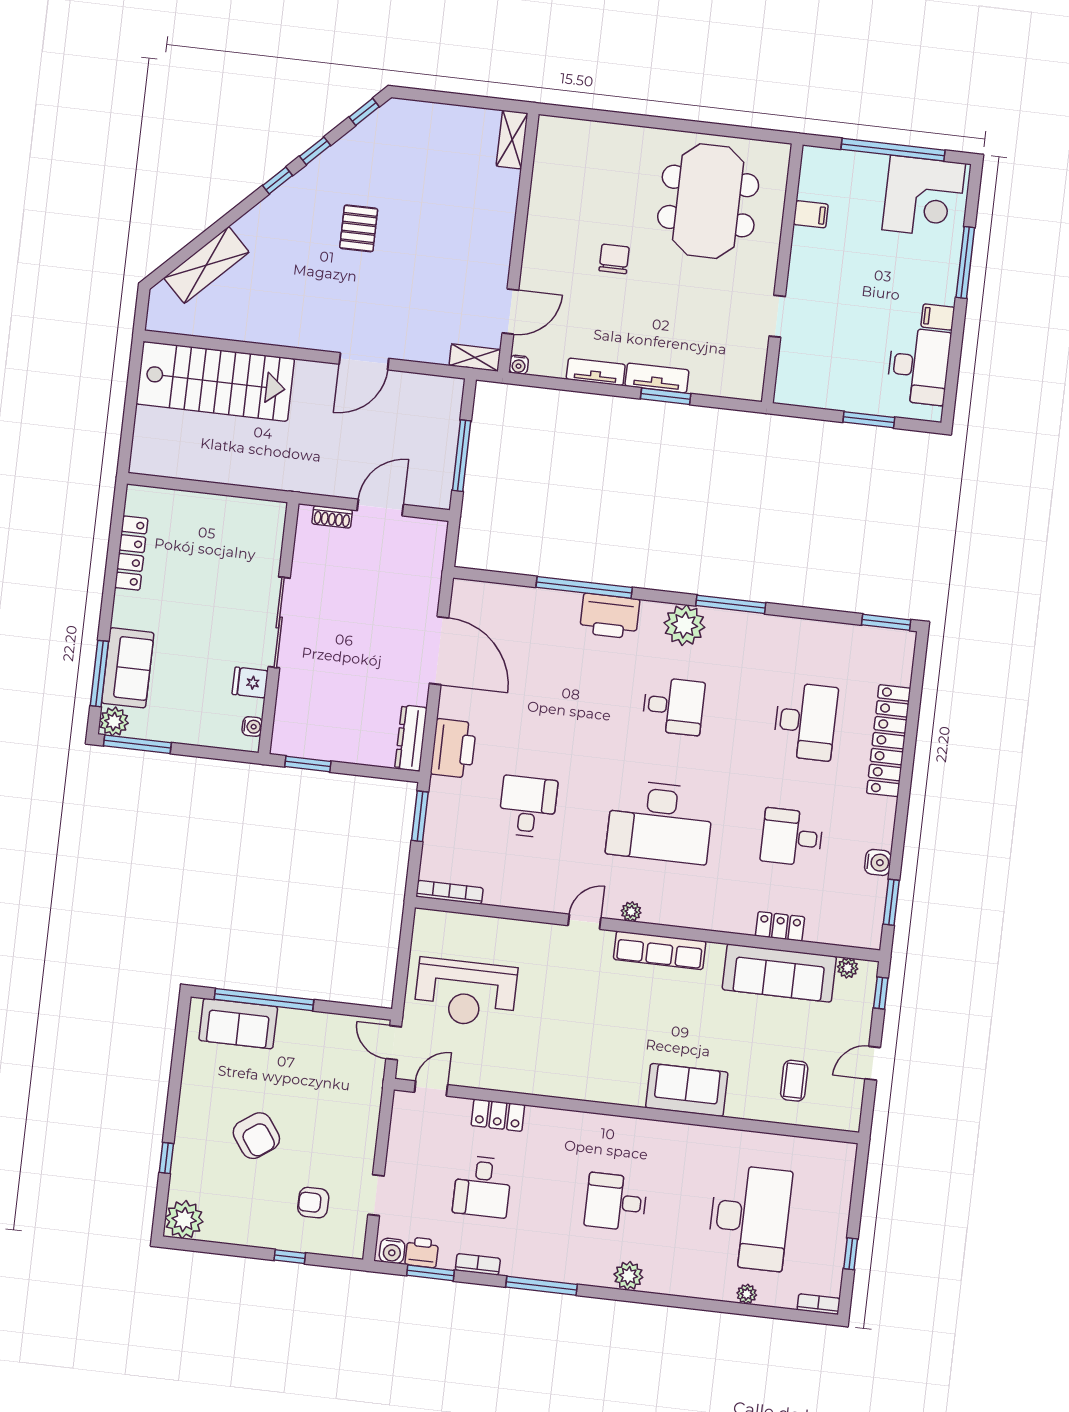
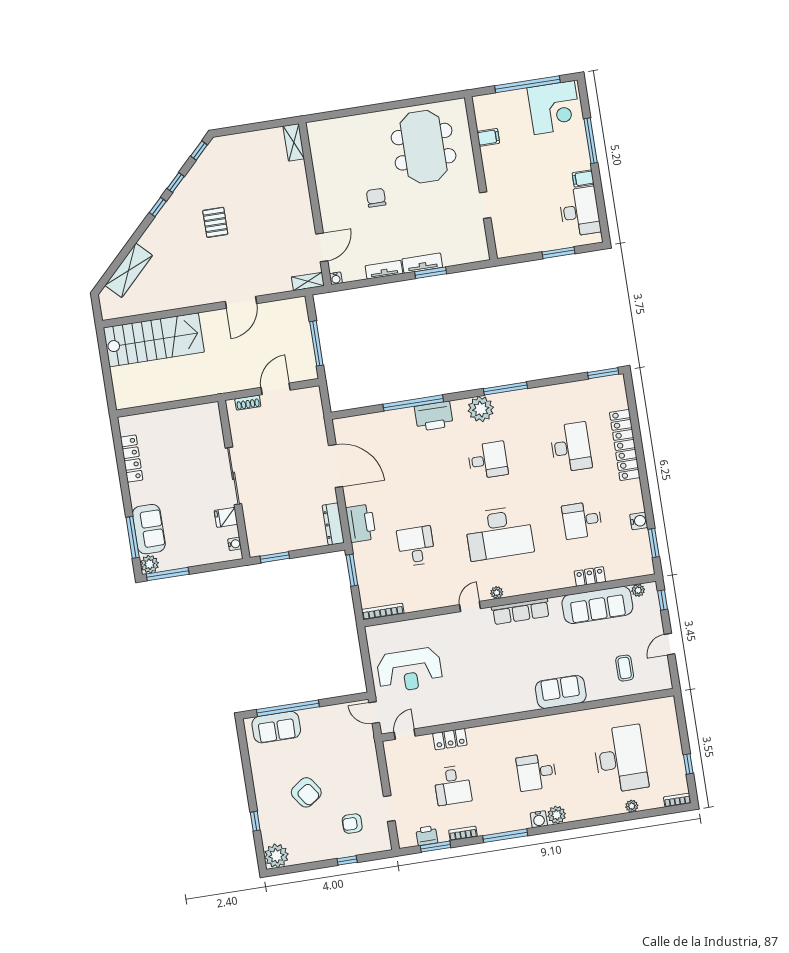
water cooler: (392, 1251) -> (539, 819), moved

